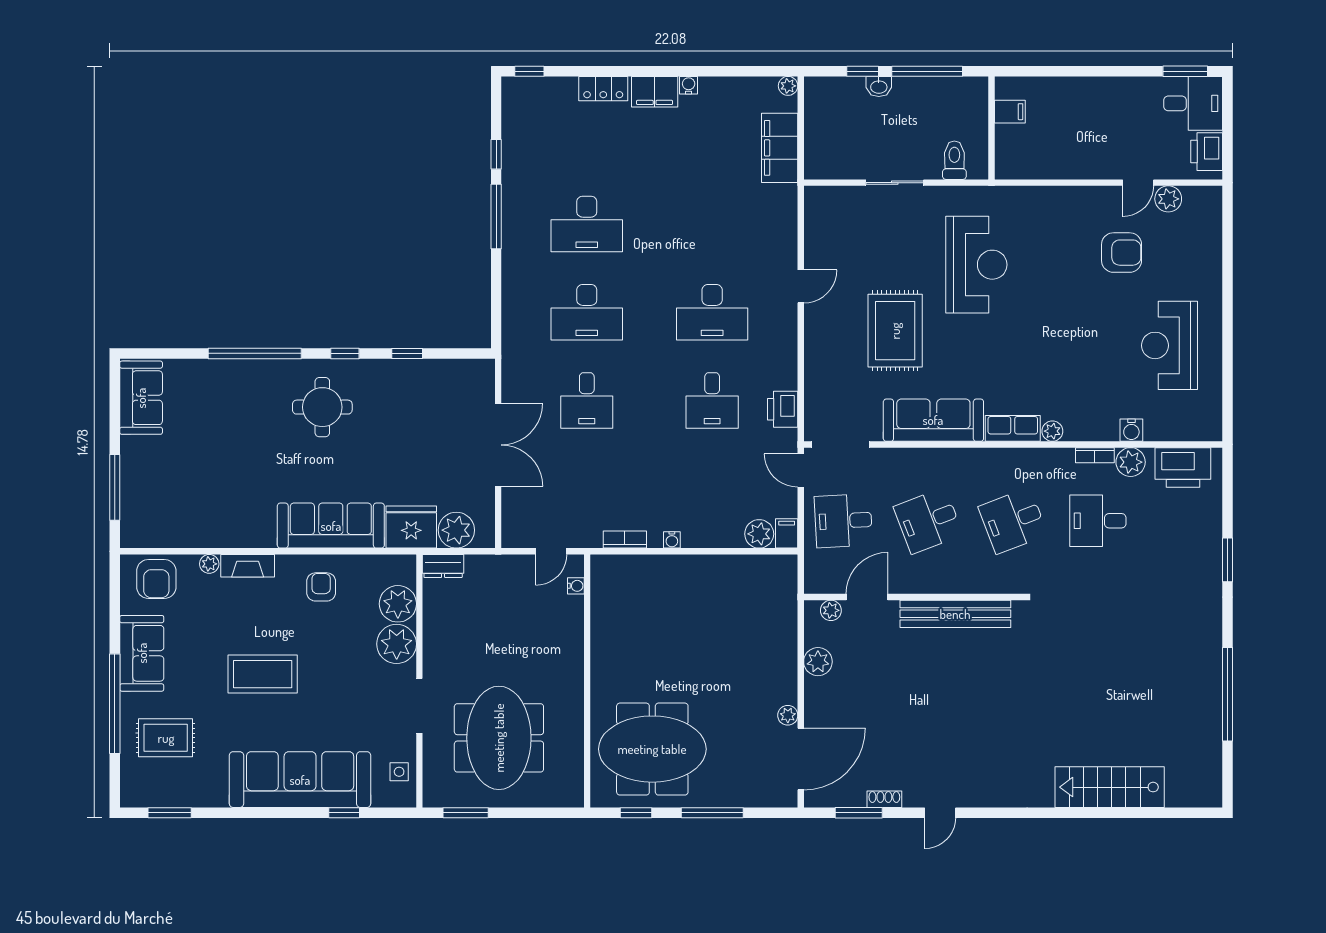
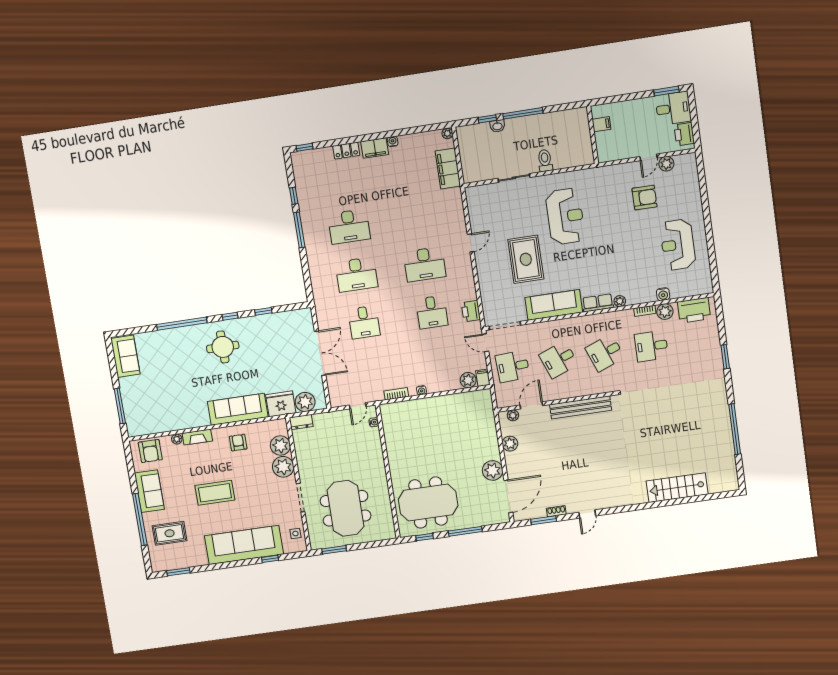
filing cabinet: (1010, 112) -> (601, 124), moved
wall: (991, 128) -> (593, 135), moved
plant: (788, 715) -> (493, 470), width x1.88, depth x1.88

